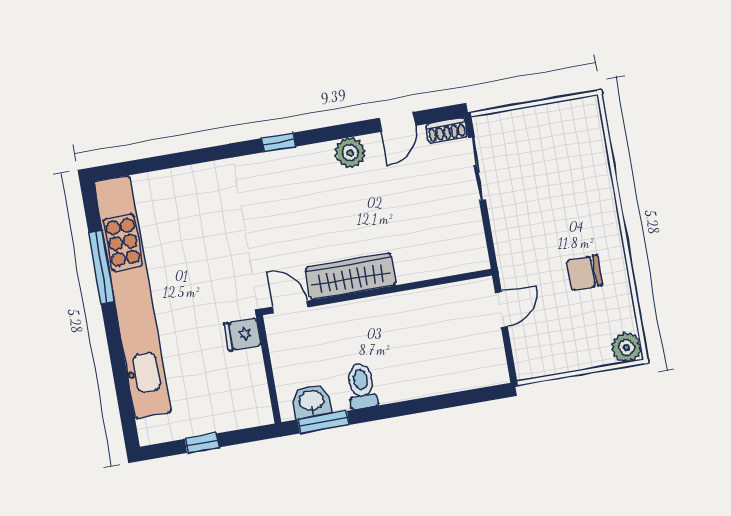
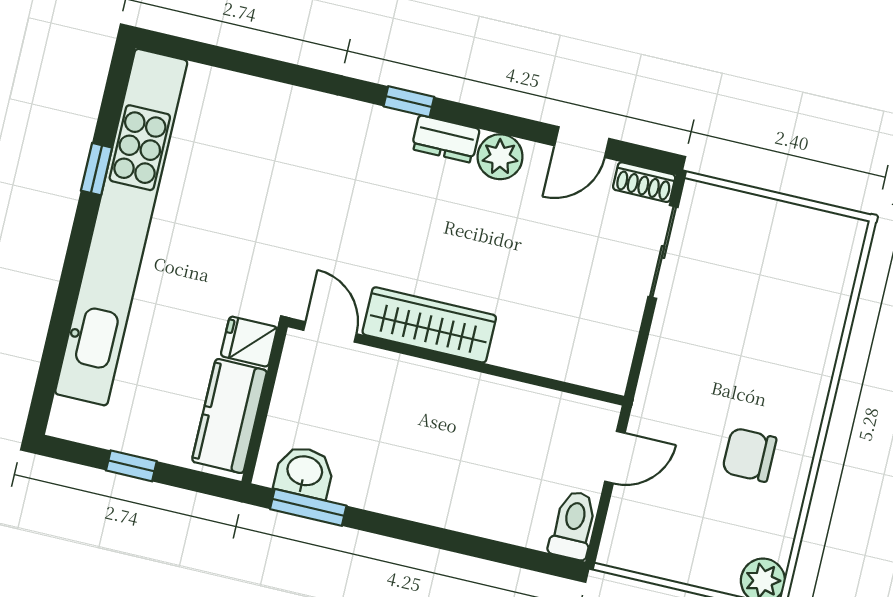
dresser: (311, 156) -> (446, 139), added
window: (102, 267) -> (97, 169), width x0.46
kitchen counter: (250, 386) -> (229, 416), added
toilet: (361, 386) -> (573, 525), moved

